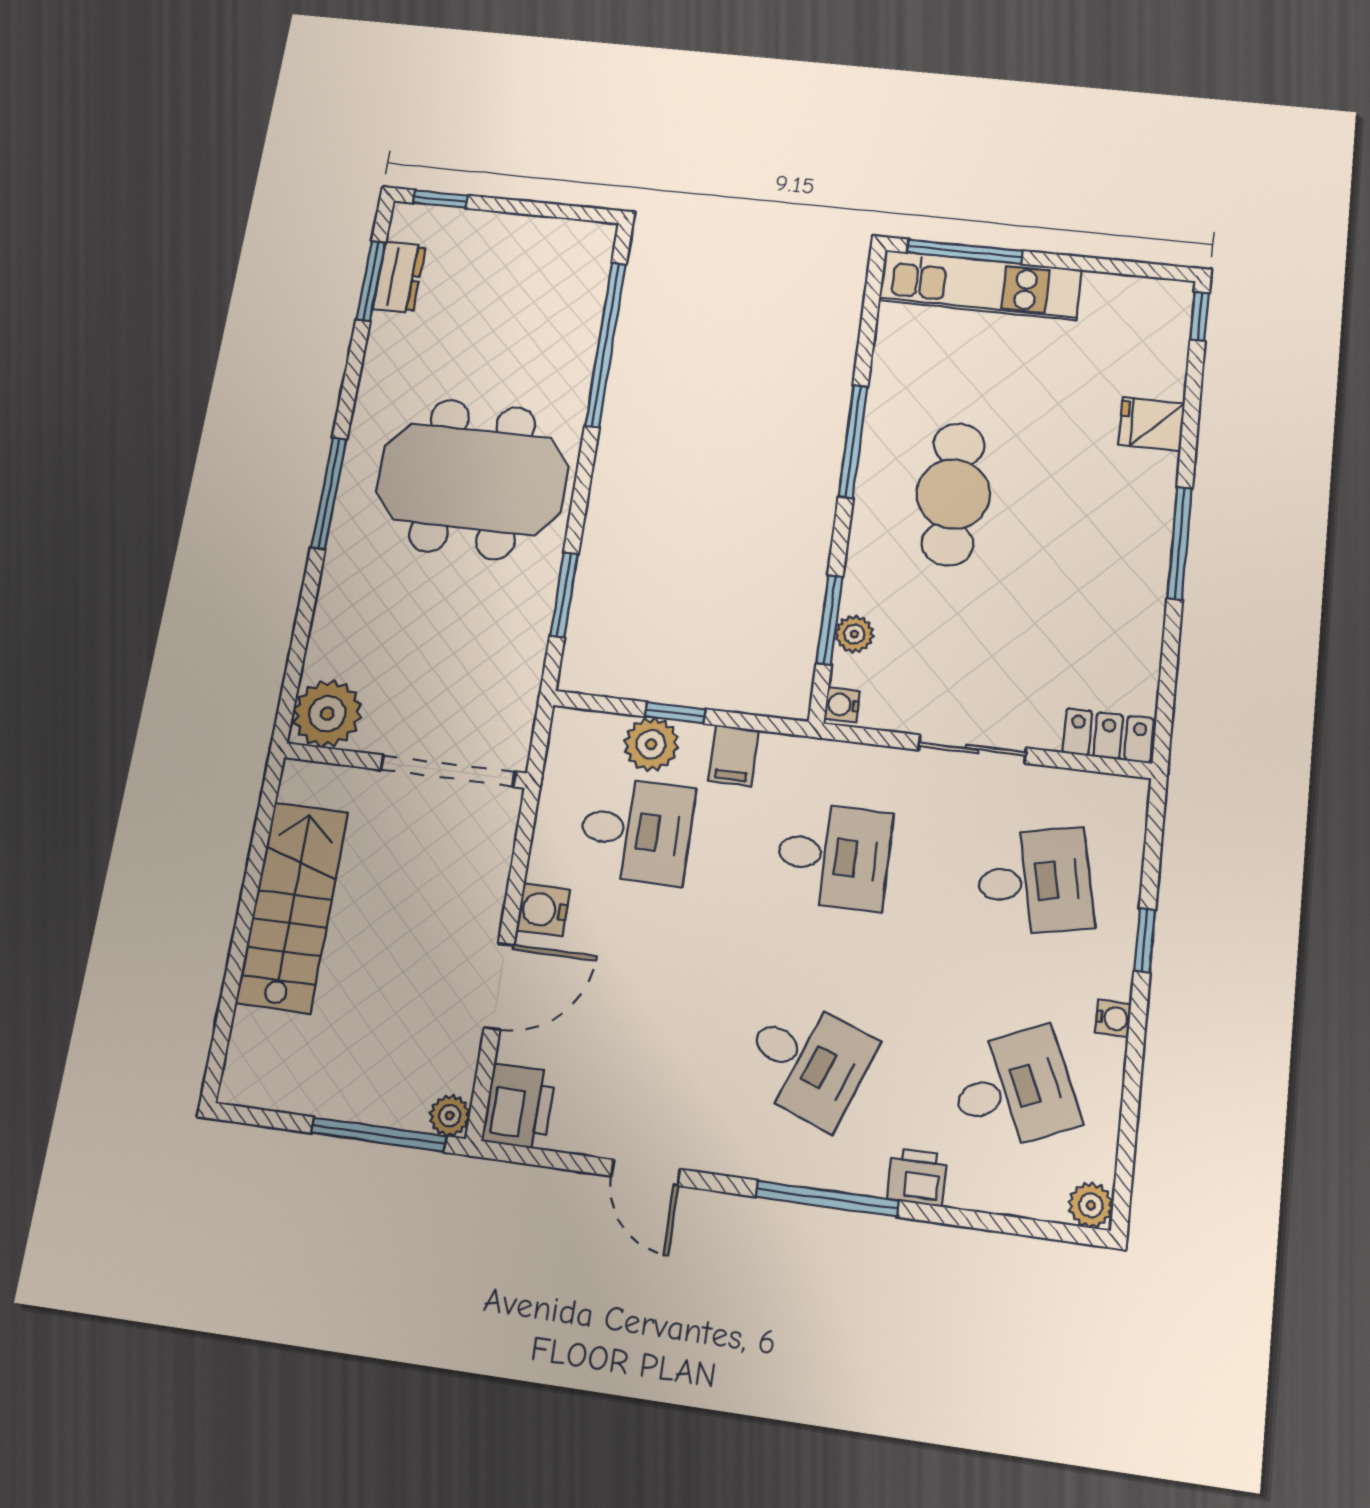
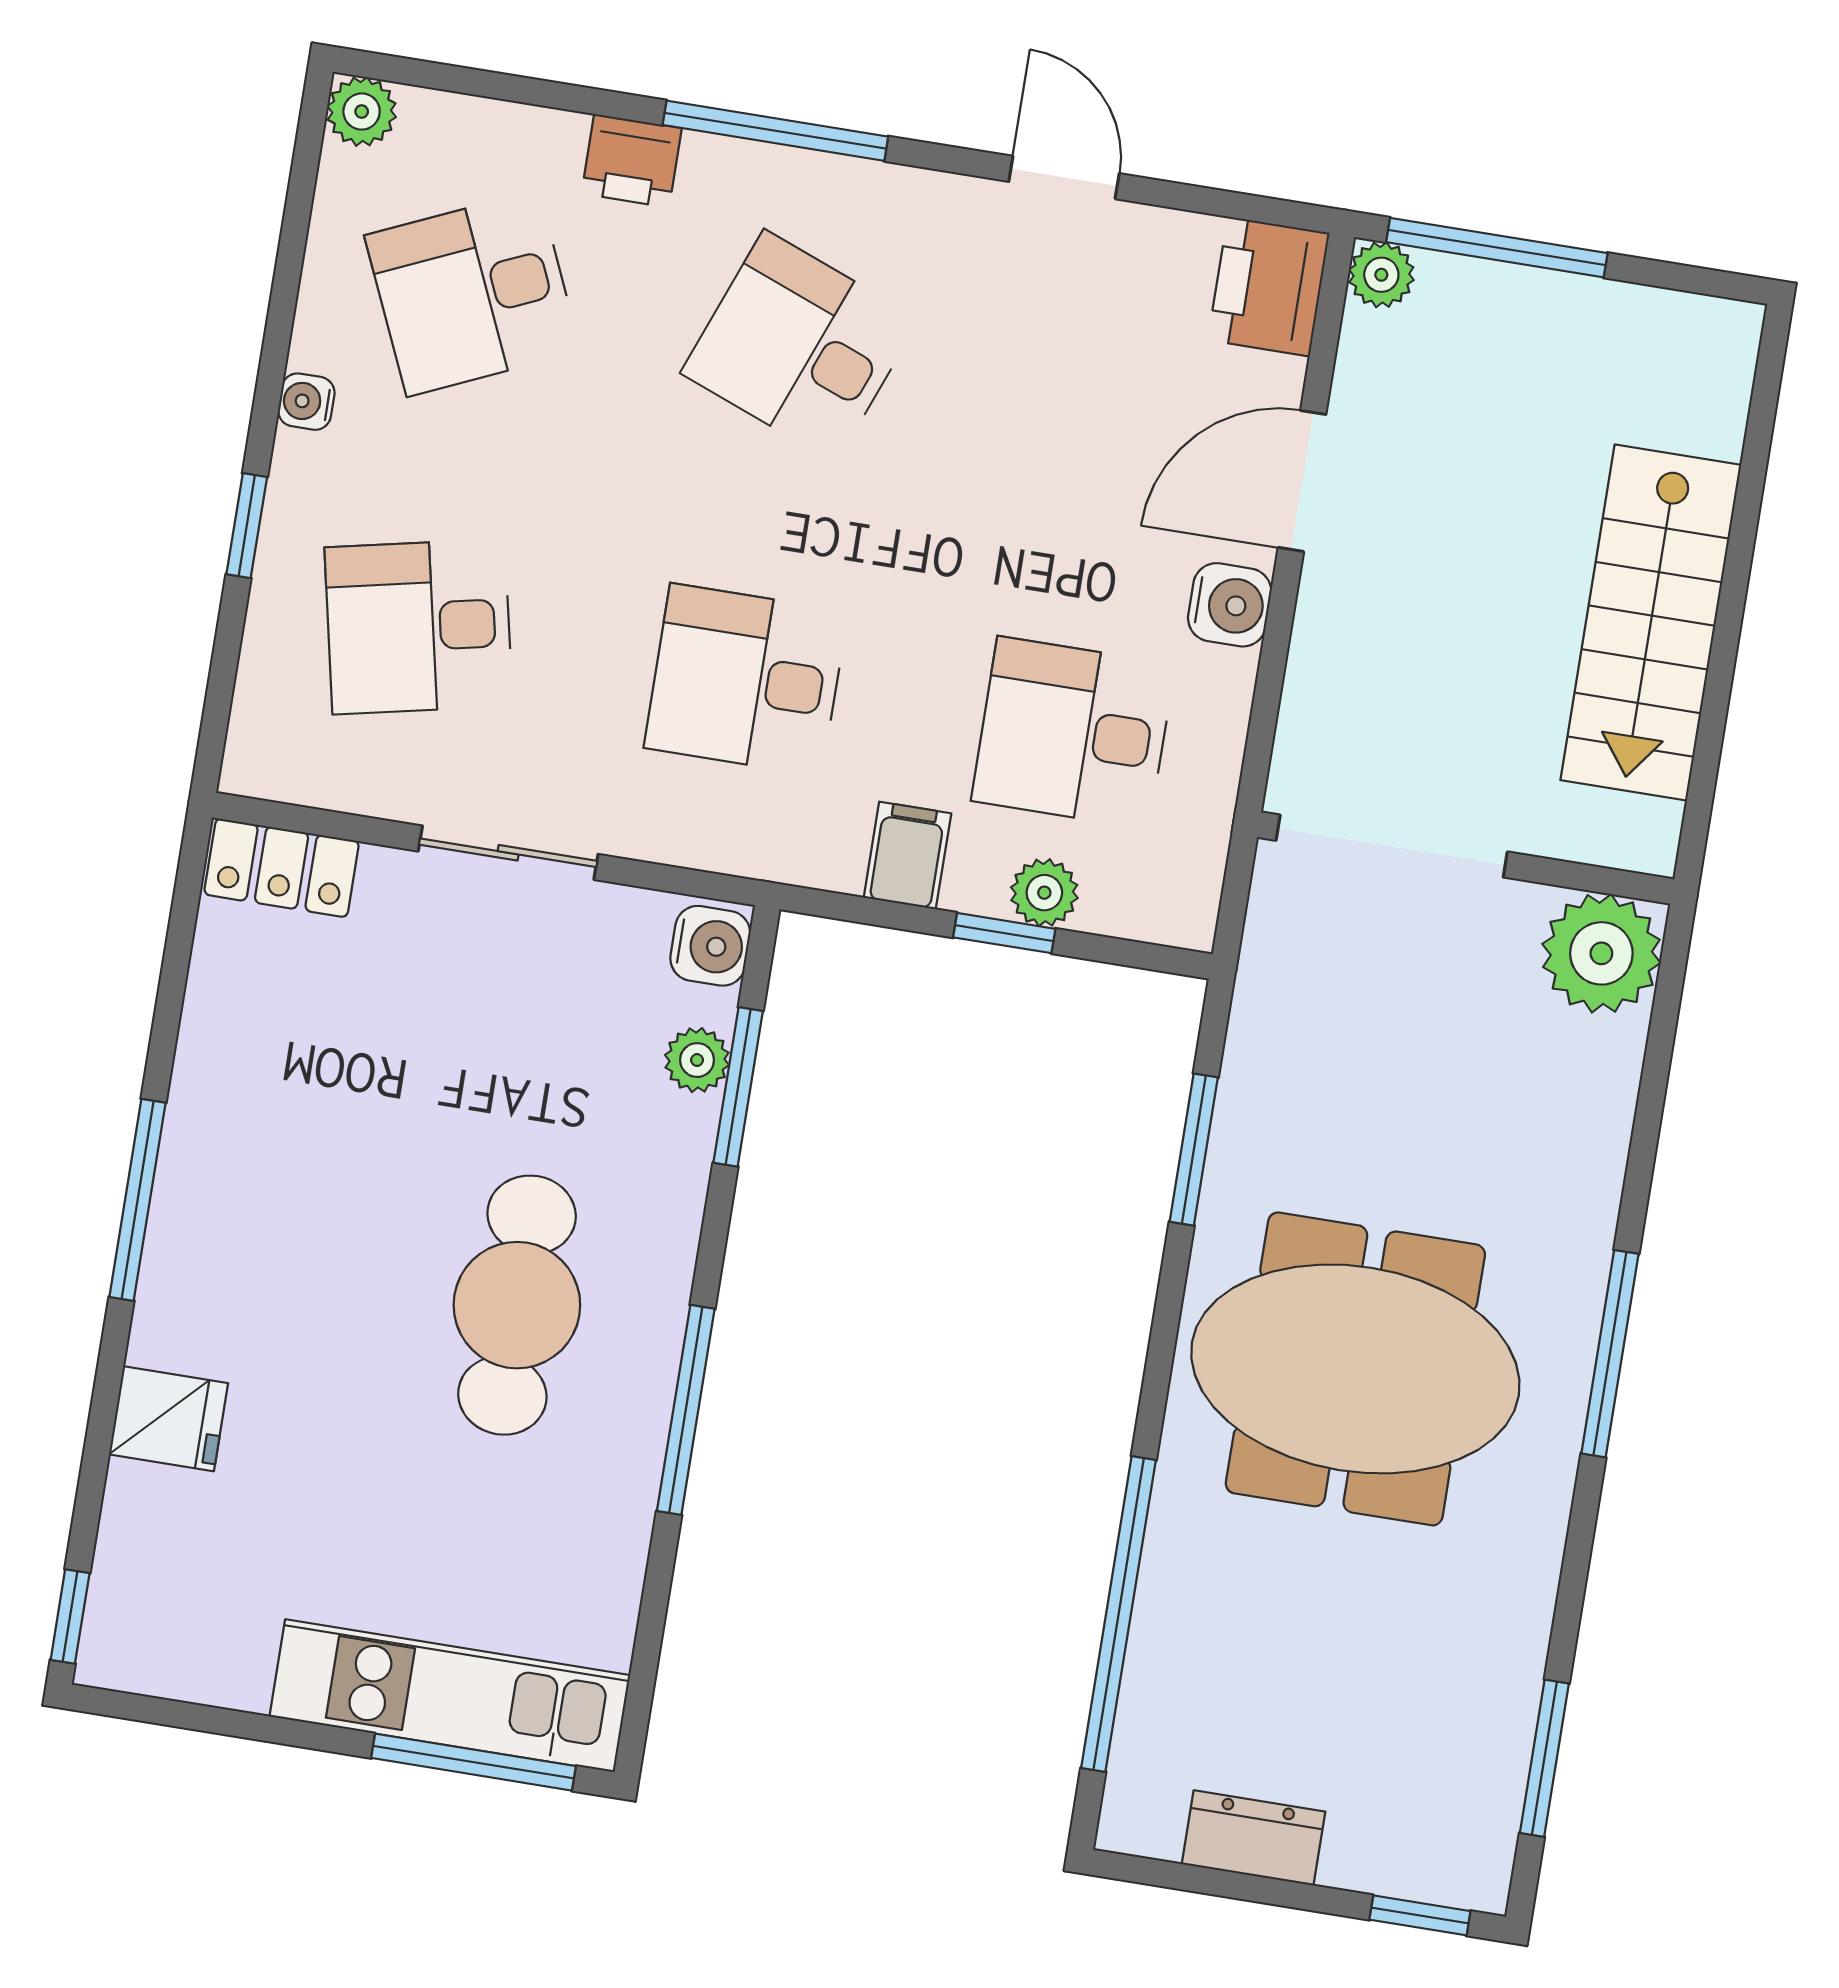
dresser: (399, 277) -> (1254, 1838), moved, turned 90
water cooler: (842, 705) -> (710, 946), width x1.38, depth x1.38
plant: (651, 744) -> (1044, 893), width x0.73, depth x0.73

